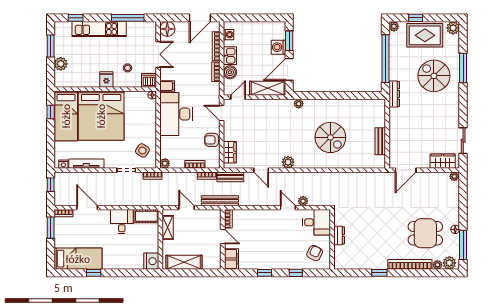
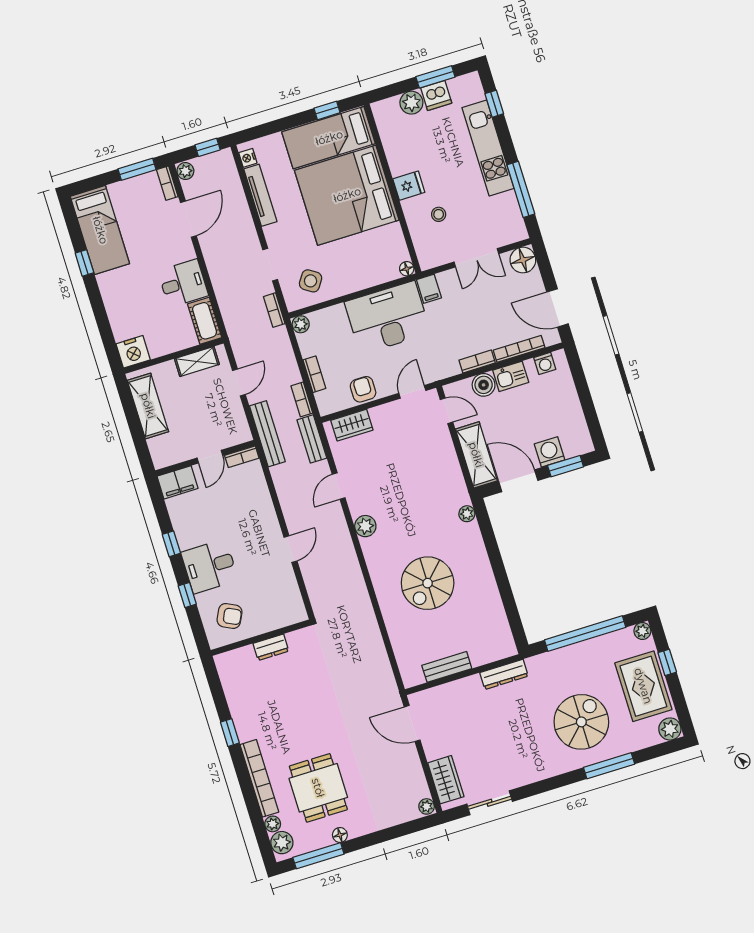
dishwasher: (149, 80) -> (436, 95), moved, turned 90
dresser: (394, 94) -> (504, 674), moved
plant: (303, 201) -> (185, 171), moved
desk: (316, 222) -> (210, 566), moved, turned 90

